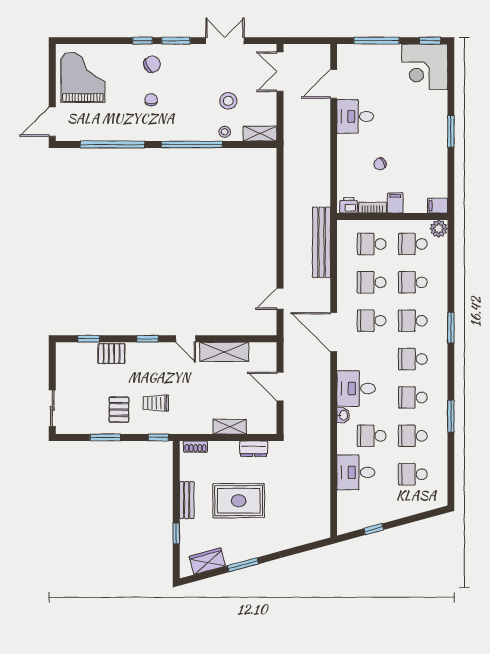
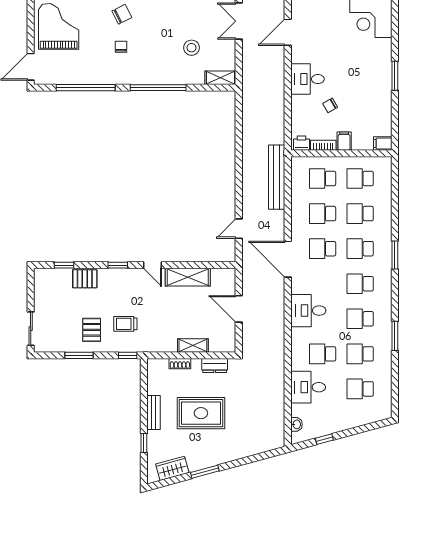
desk: (355, 116) -> (307, 79), moved
stool: (225, 132) -> (188, 76), removed
plant: (439, 229) -> (384, 165), removed
washbasin: (343, 415) -> (297, 424), moved
shoe rack: (195, 447) -> (180, 364), moved

